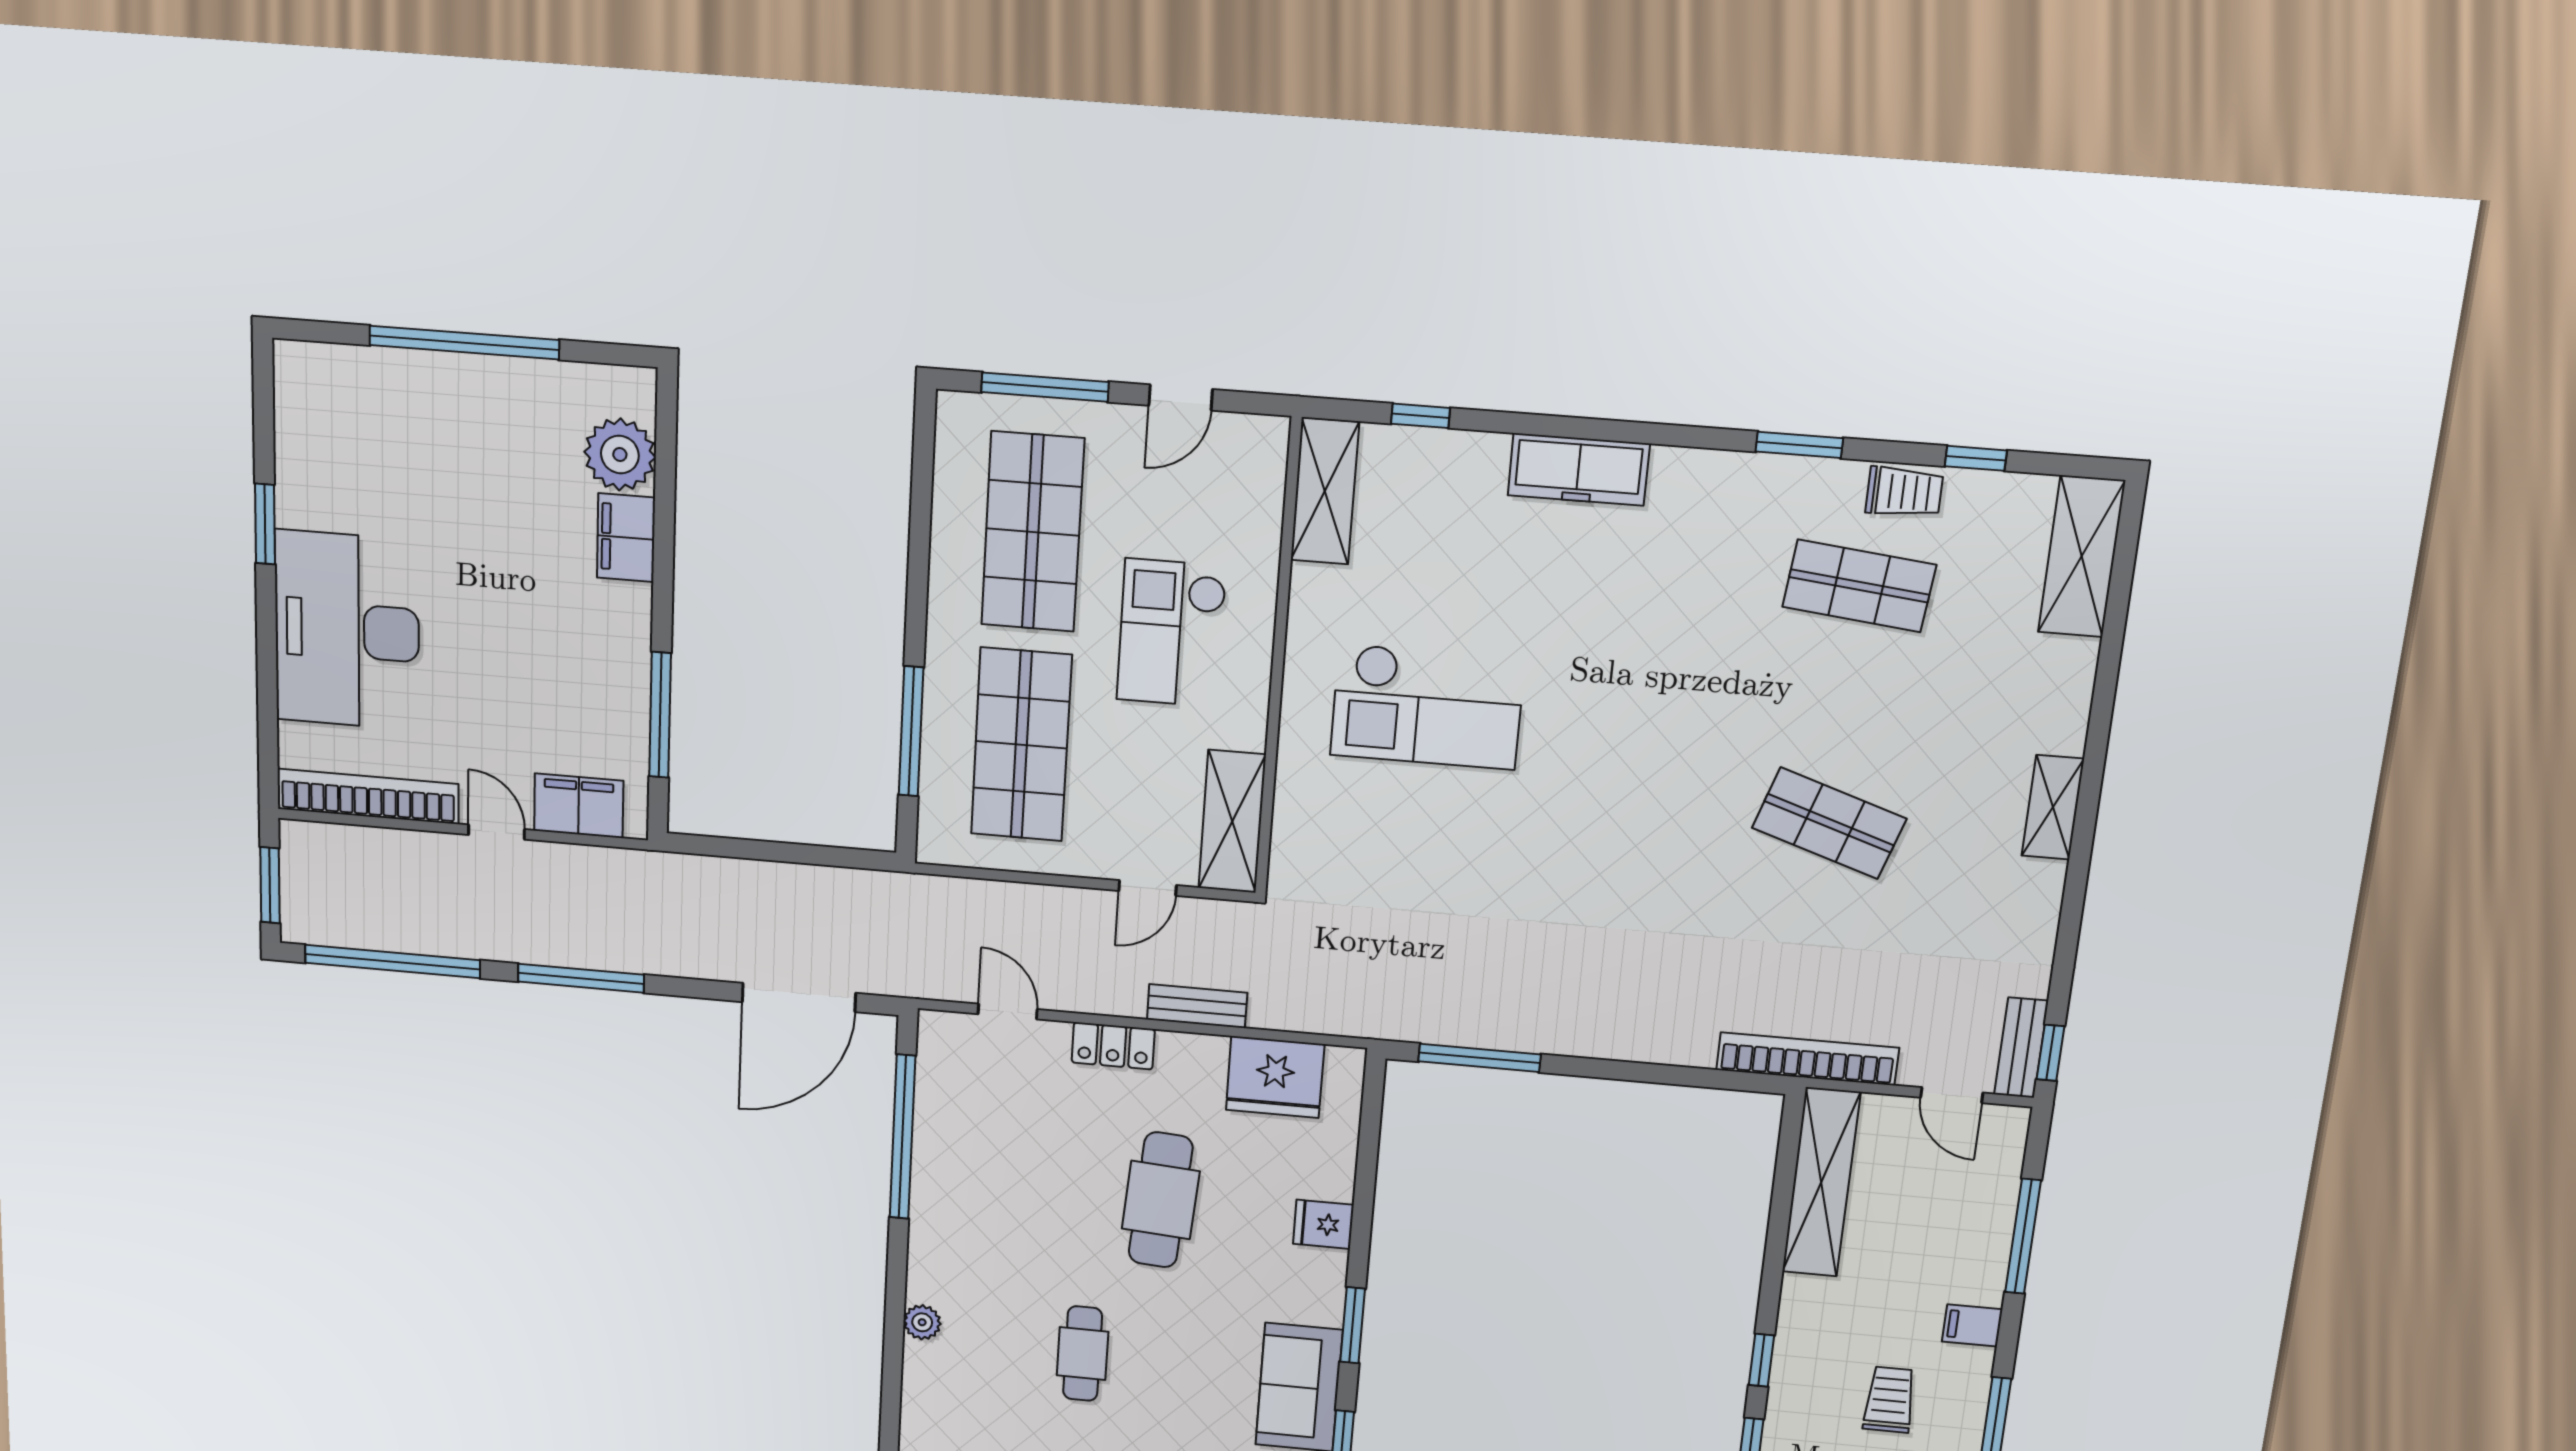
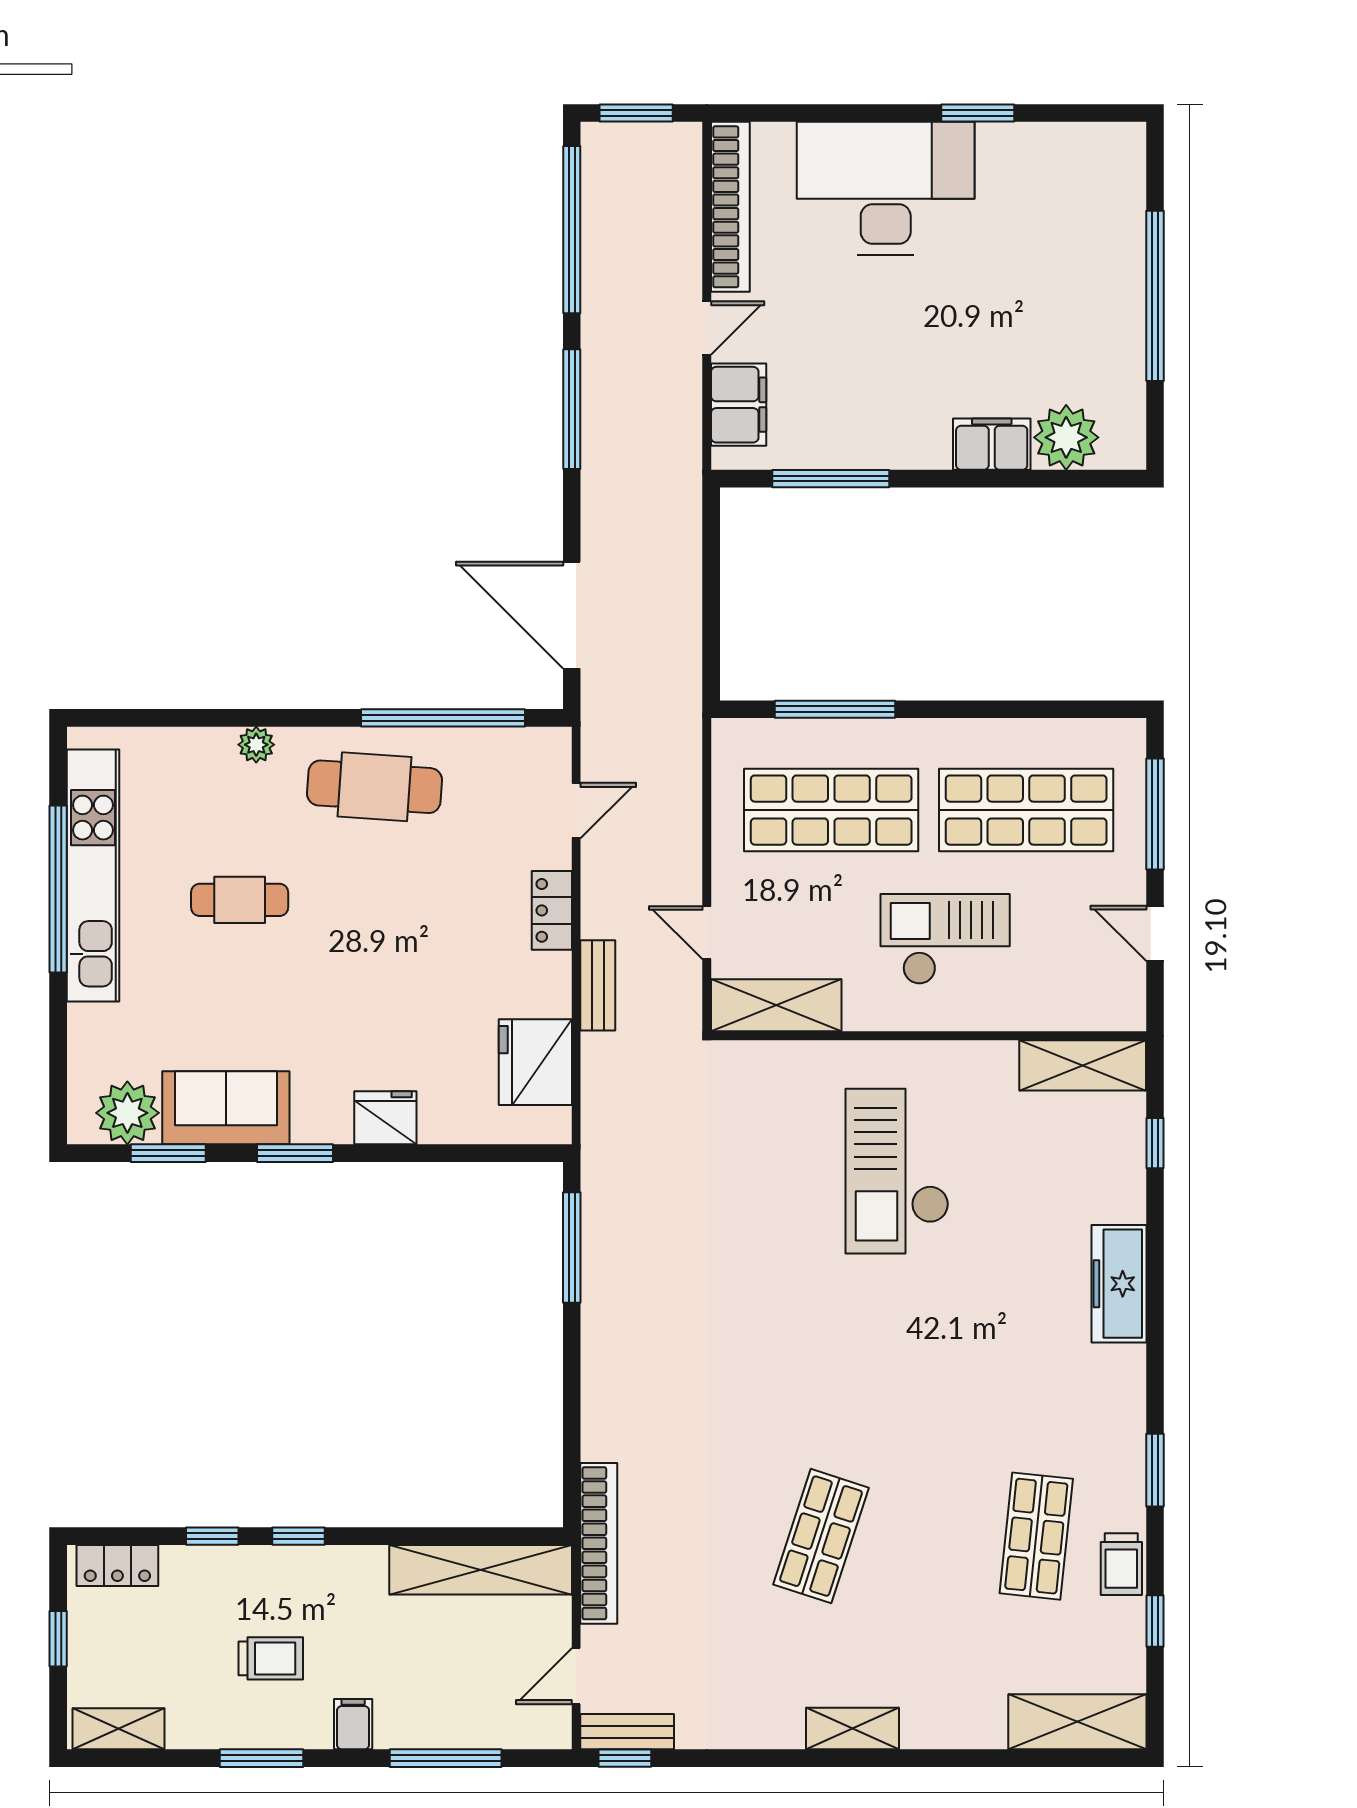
cafe table: (1161, 1200) -> (374, 787), moved
fridge: (1323, 1224) -> (385, 1118), width x1.38

